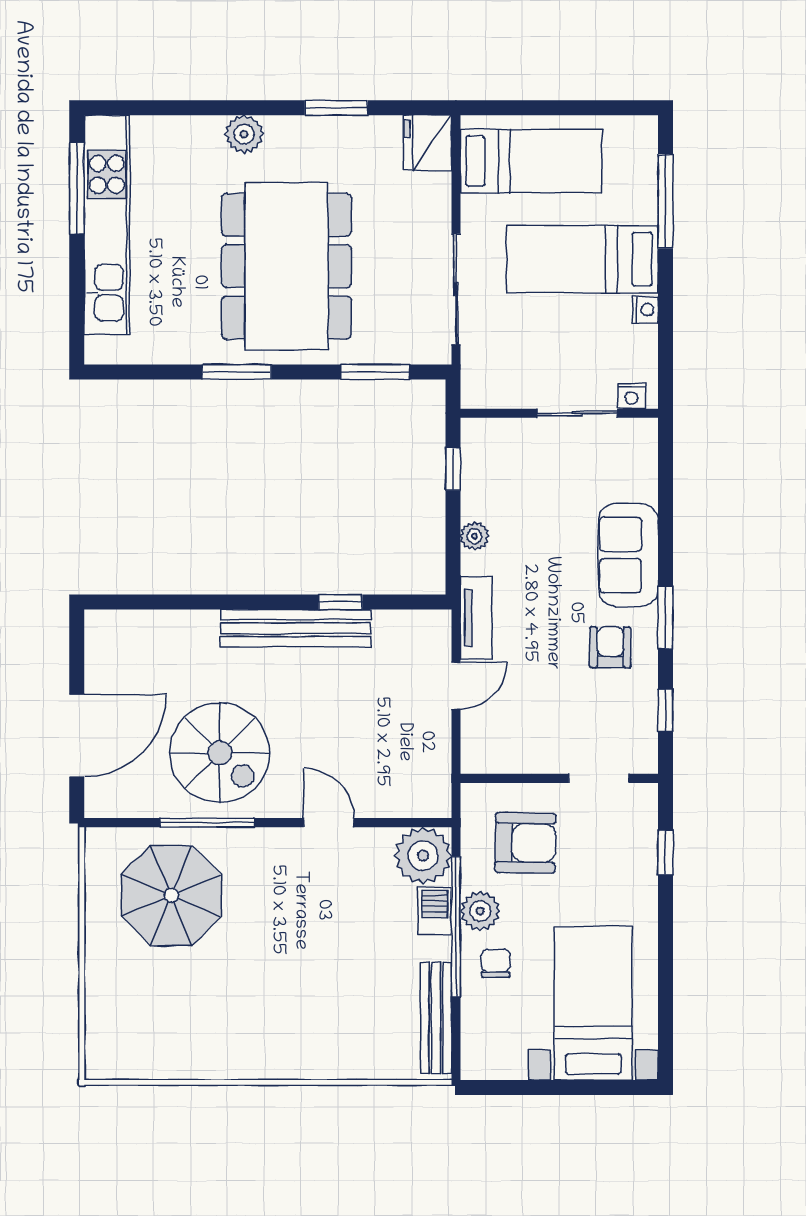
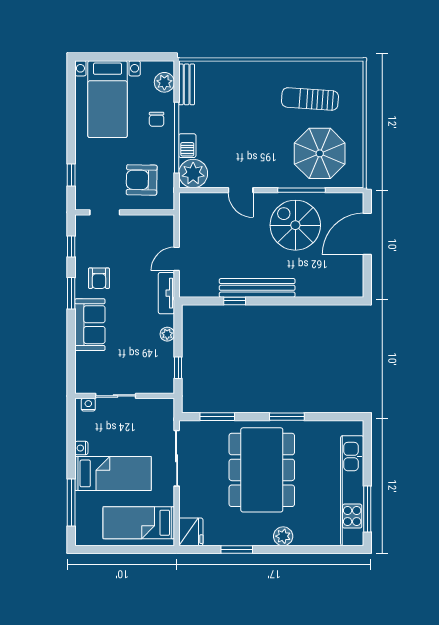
plant: (480, 911) -> (164, 82), moved
sun lounger: (191, 1004) -> (310, 99), added
bench: (436, 1018) -> (187, 84), width x0.73

